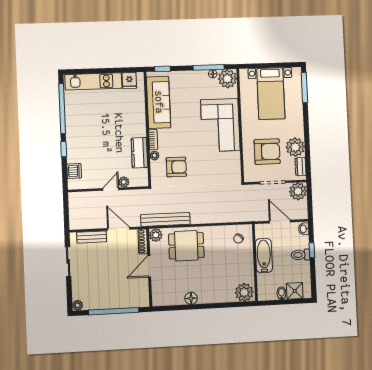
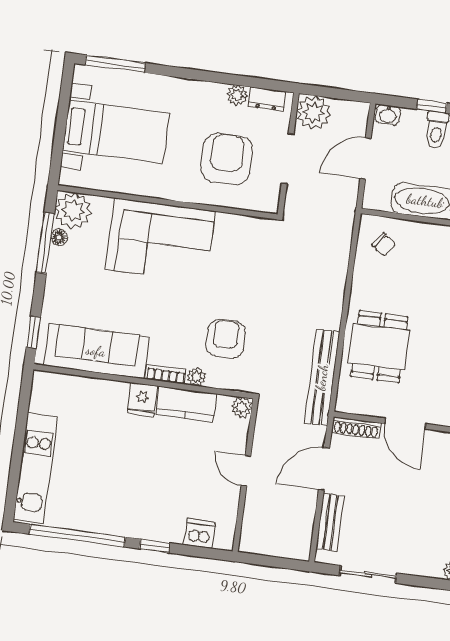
fridge: (129, 81) -> (142, 400), moved, turned 90
plant: (295, 147) -> (237, 95), width x0.53, depth x0.53
plant: (124, 182) -> (242, 407), moved
plant: (156, 235) -> (348, 401), removed

